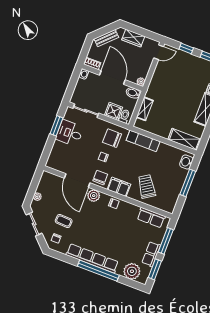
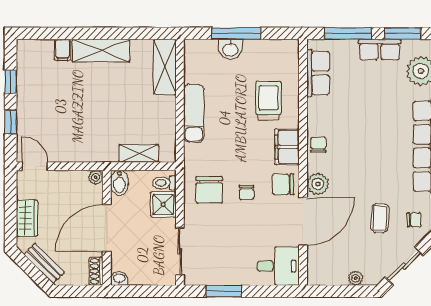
desk: (70, 133) -> (278, 266), moved, turned -90
exam couch: (143, 141) -> (194, 113), moved
washbasin: (186, 162) -> (230, 49), moved
trolley: (147, 186) -> (268, 101), turned 123

